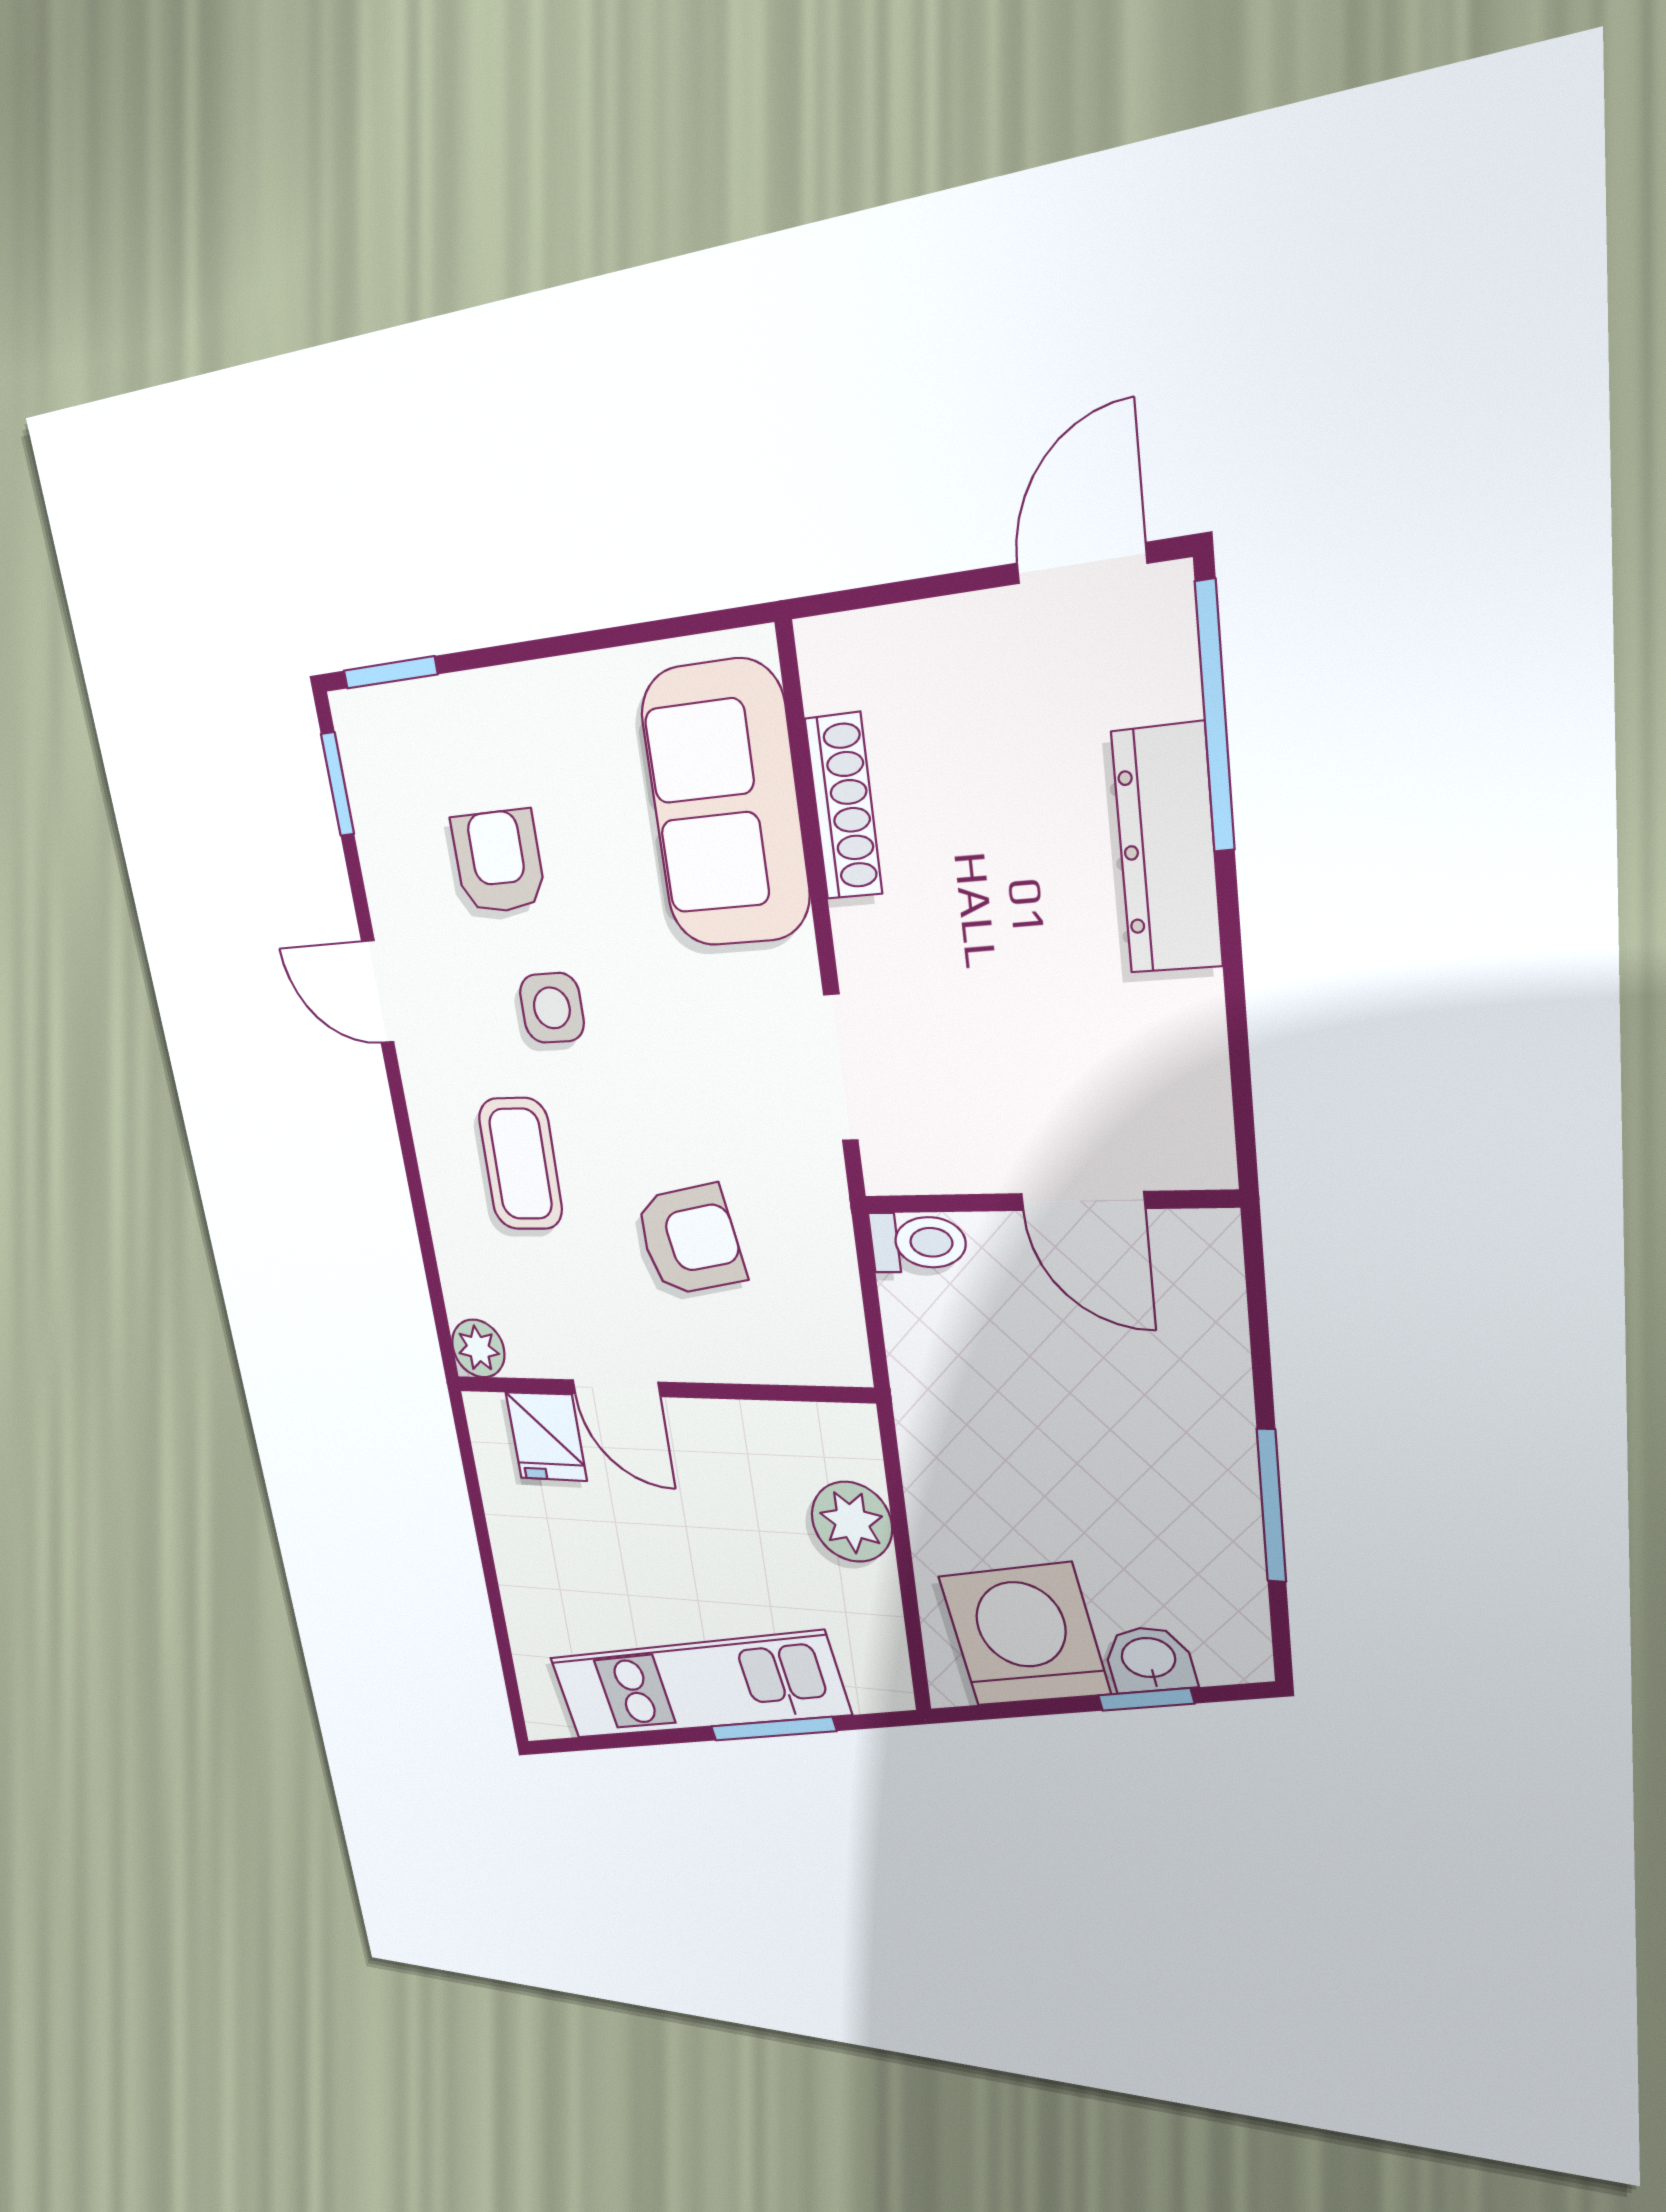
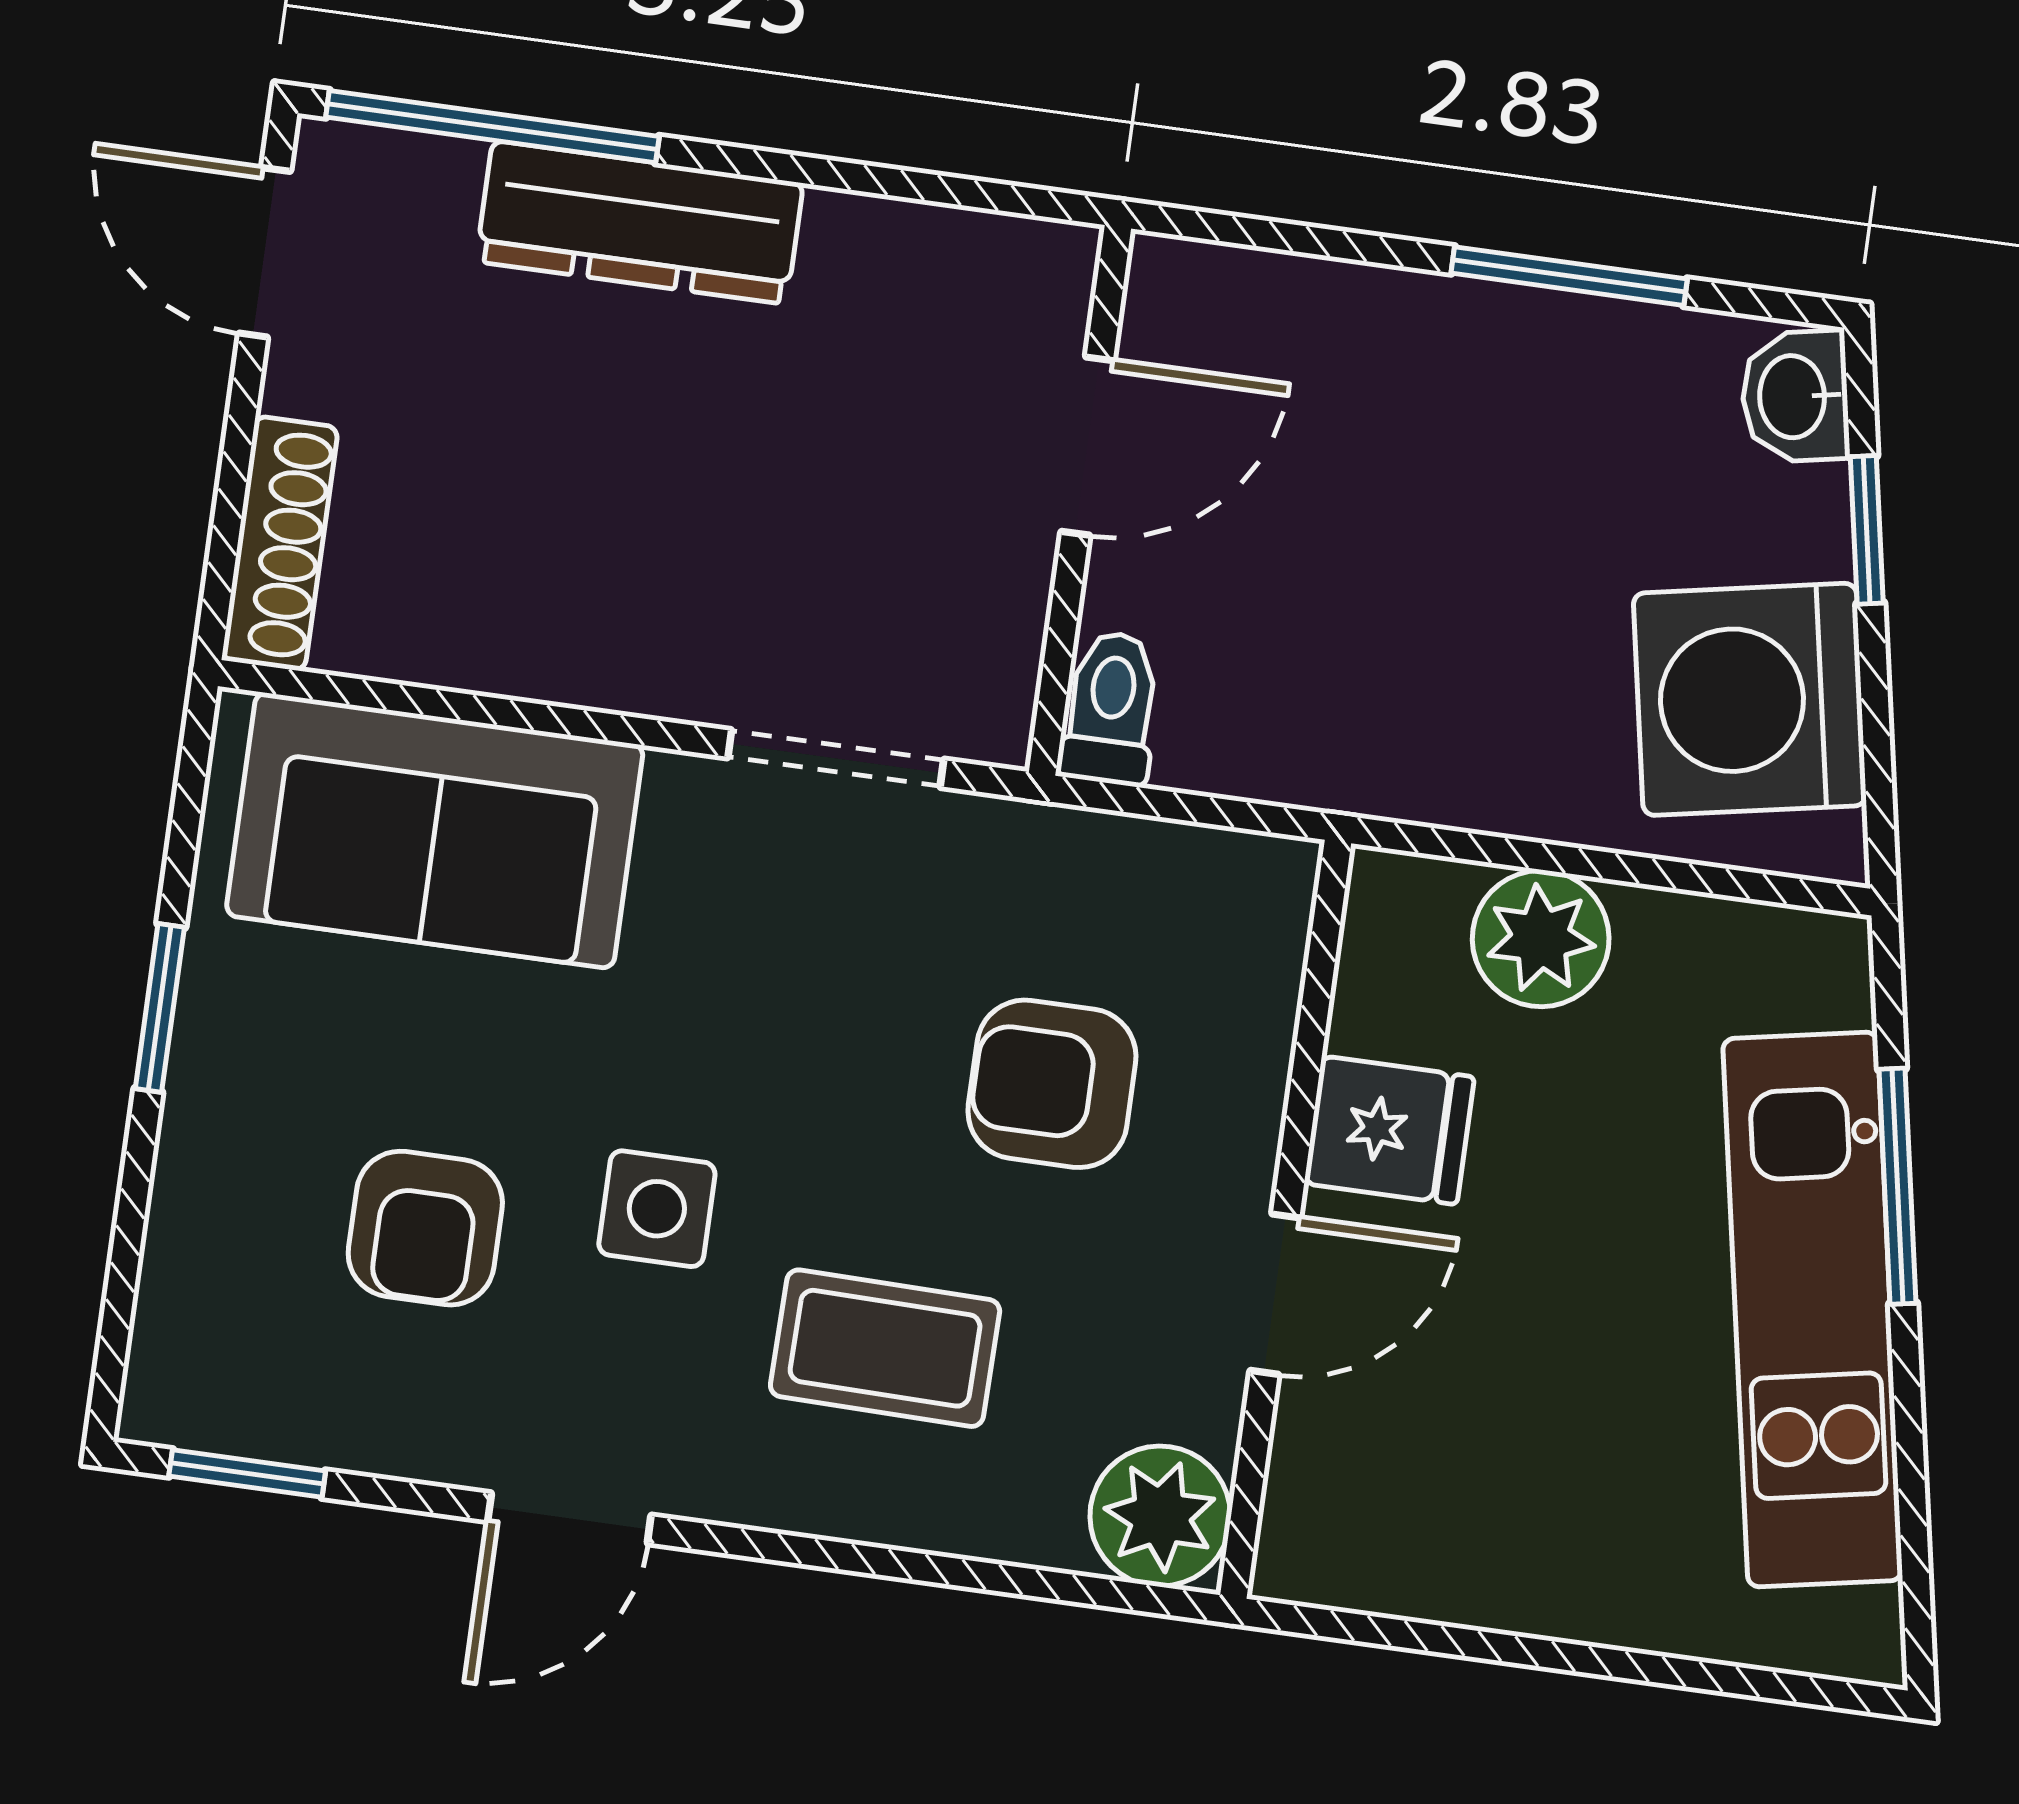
window: (390, 672) -> (160, 1008), moved
shoe rack: (844, 807) -> (280, 543), moved, turned 90
armchair: (498, 862) -> (425, 1228), turned -90
armchair: (690, 1240) -> (1052, 1084), turned -80
plant: (478, 1348) -> (1160, 1516), width x1.38, depth x1.38
fridge: (546, 1437) -> (1389, 1130), moved
washbasin: (1149, 1659) -> (1795, 397), moved

